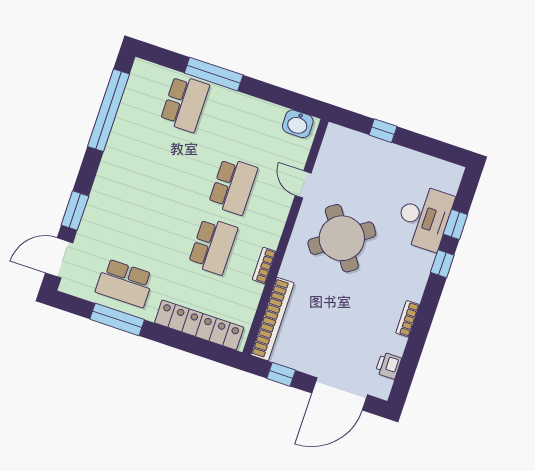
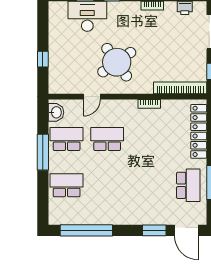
window: (214, 74) -> (43, 152), moved
school desk: (213, 246) -> (67, 139), moved

